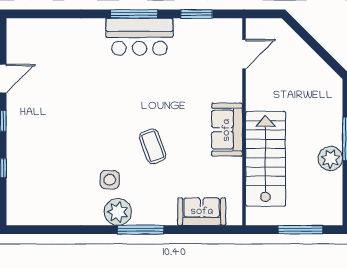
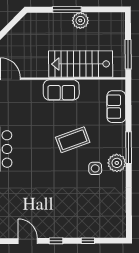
coffee table: (153, 146) -> (73, 140), width x1.36, depth x1.32
window: (300, 230) -> (128, 54), moved

